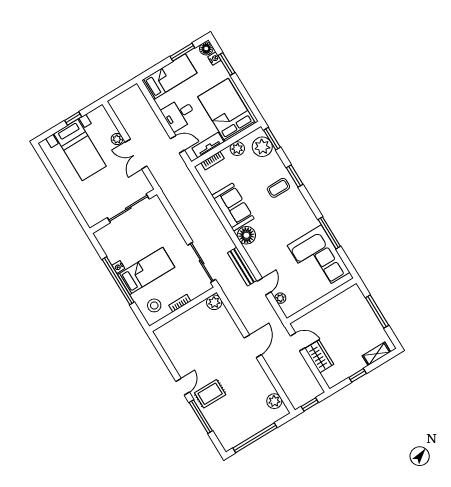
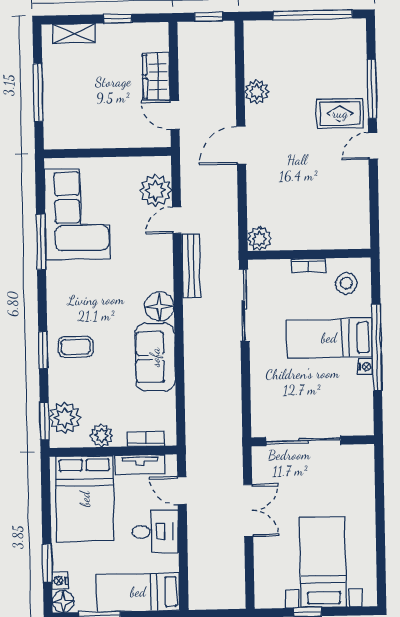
plant: (117, 139) -> (263, 547), removed
plant: (280, 298) -> (156, 190), width x1.87, depth x1.87
plant: (274, 401) -> (257, 92), moved

